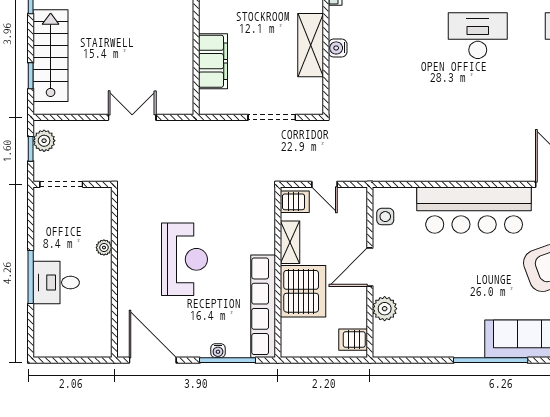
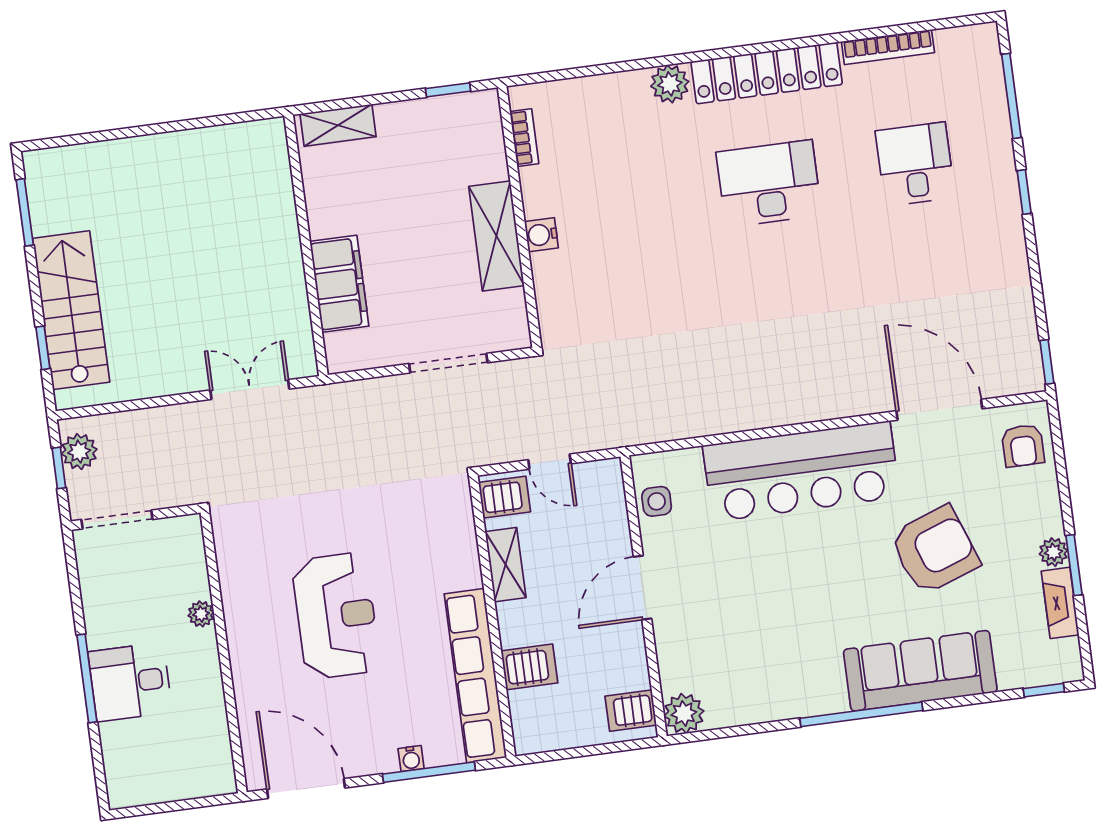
double door: (132, 117) -> (250, 390), moved
server rack: (303, 291) -> (529, 667), width x0.46, depth x0.70
plant: (385, 309) -> (684, 713), moved

